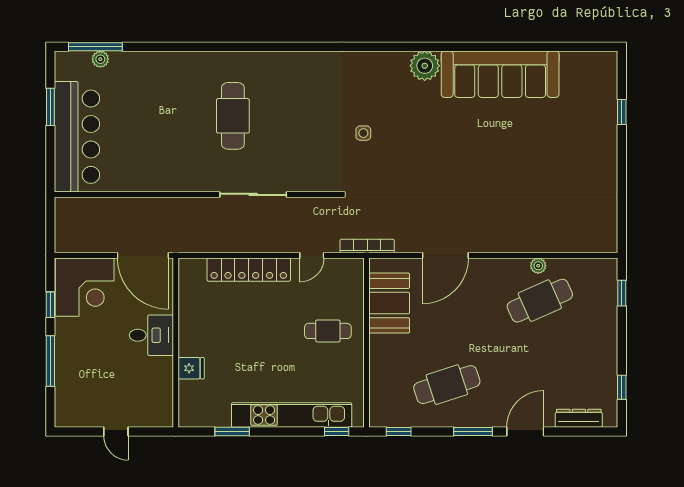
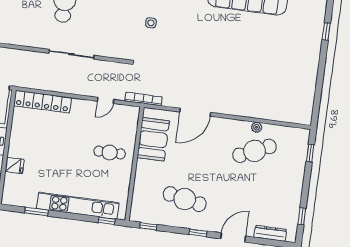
locker: (249, 270) -> (42, 102), moved
cafe table: (447, 385) -> (185, 199), turned 30
window: (473, 431) -> (198, 233), width x0.67

